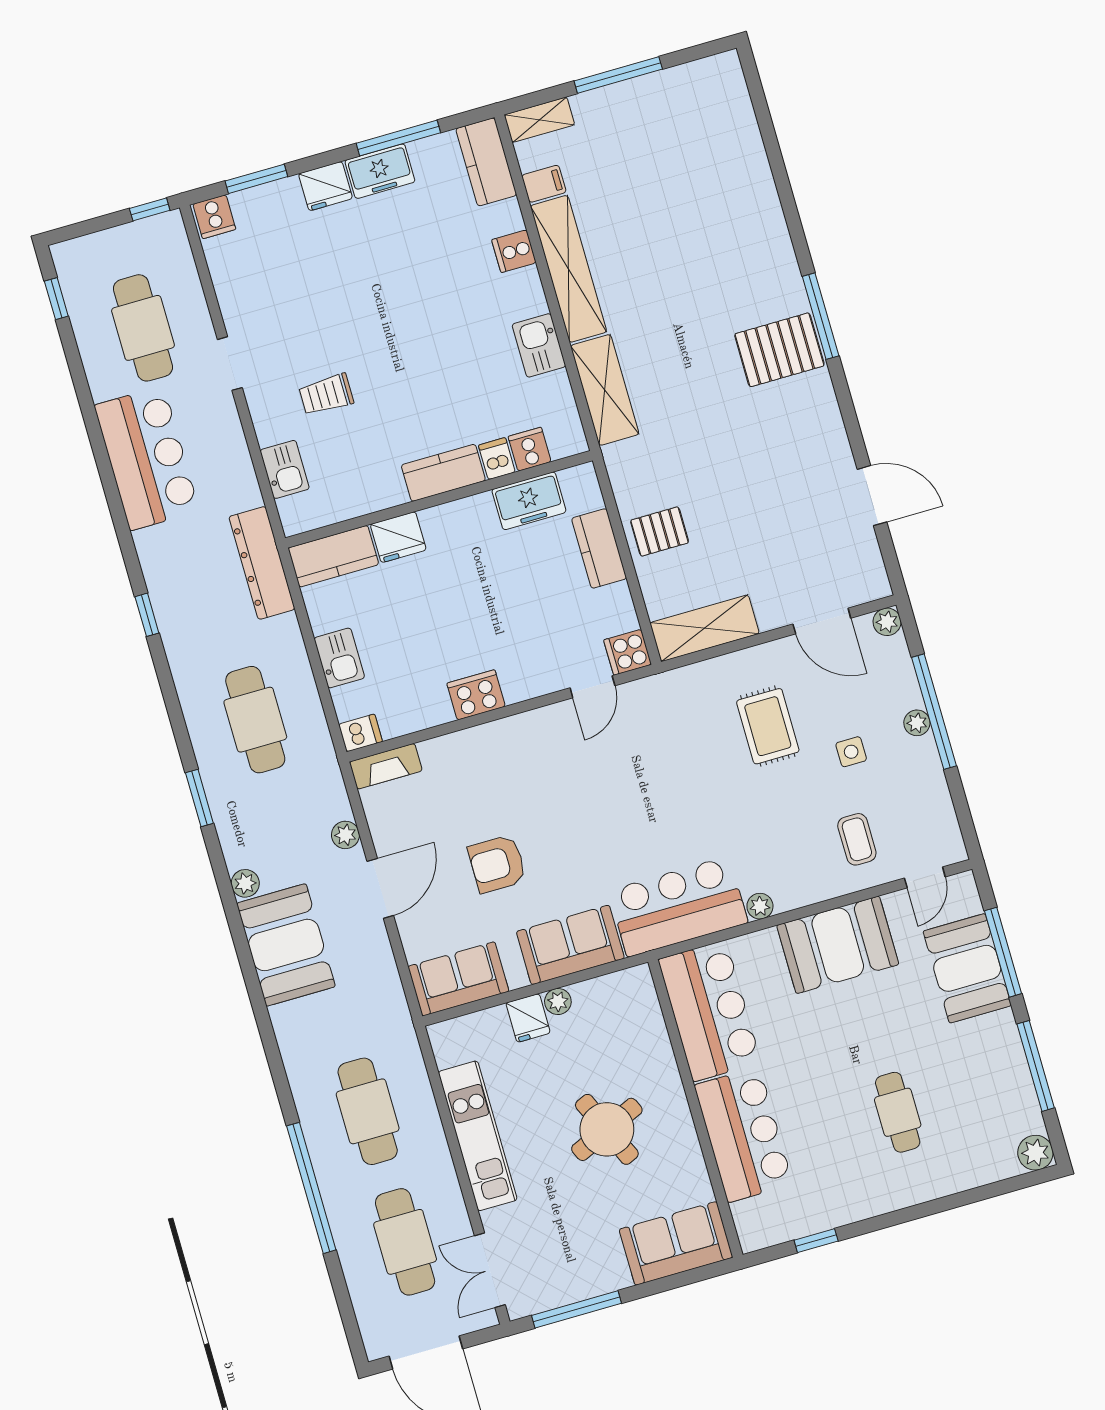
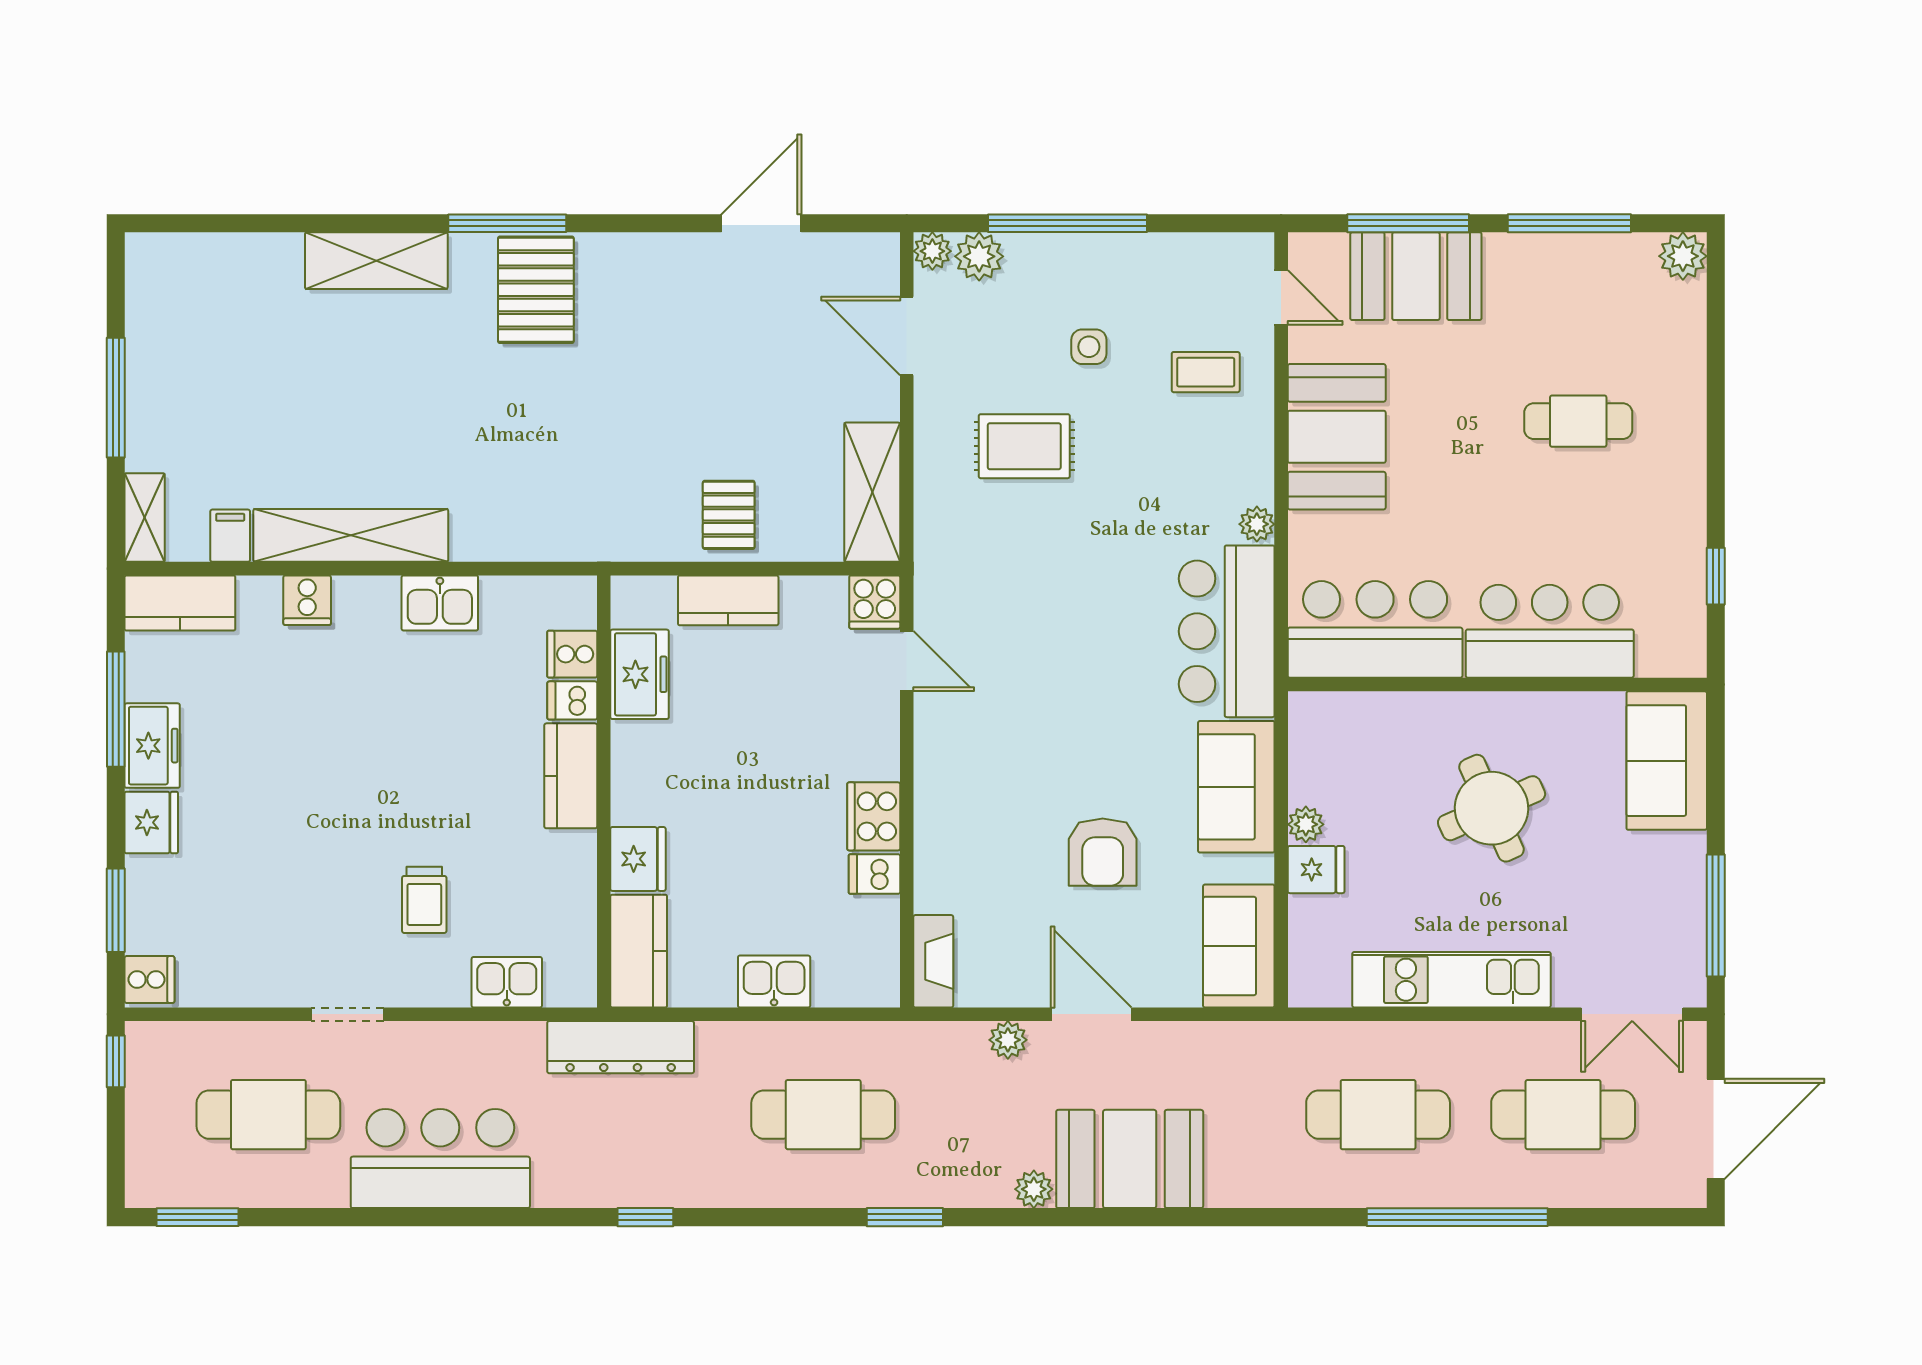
window: (56, 299) -> (198, 1217), width x1.50
shelving: (605, 390) -> (376, 261), moved
door: (822, 621) -> (907, 336), swing flipped
plant: (917, 723) -> (979, 256), moved, width x1.38, depth x1.38
dishwasher: (360, 733) -> (874, 874), moved, turned -90

